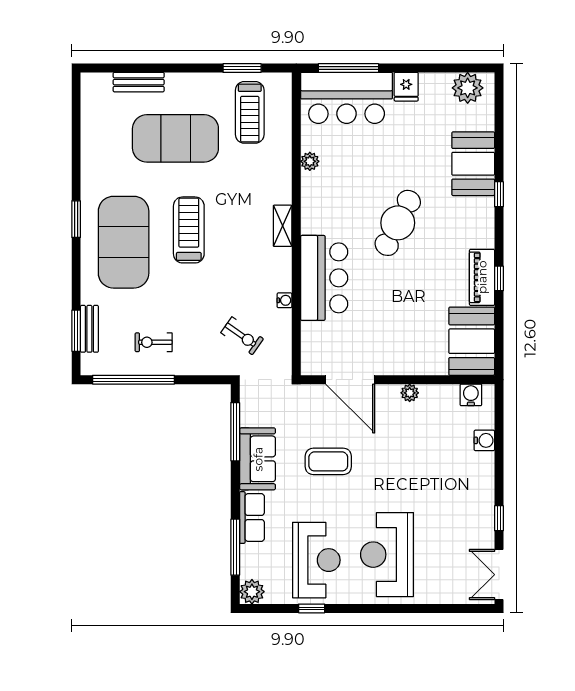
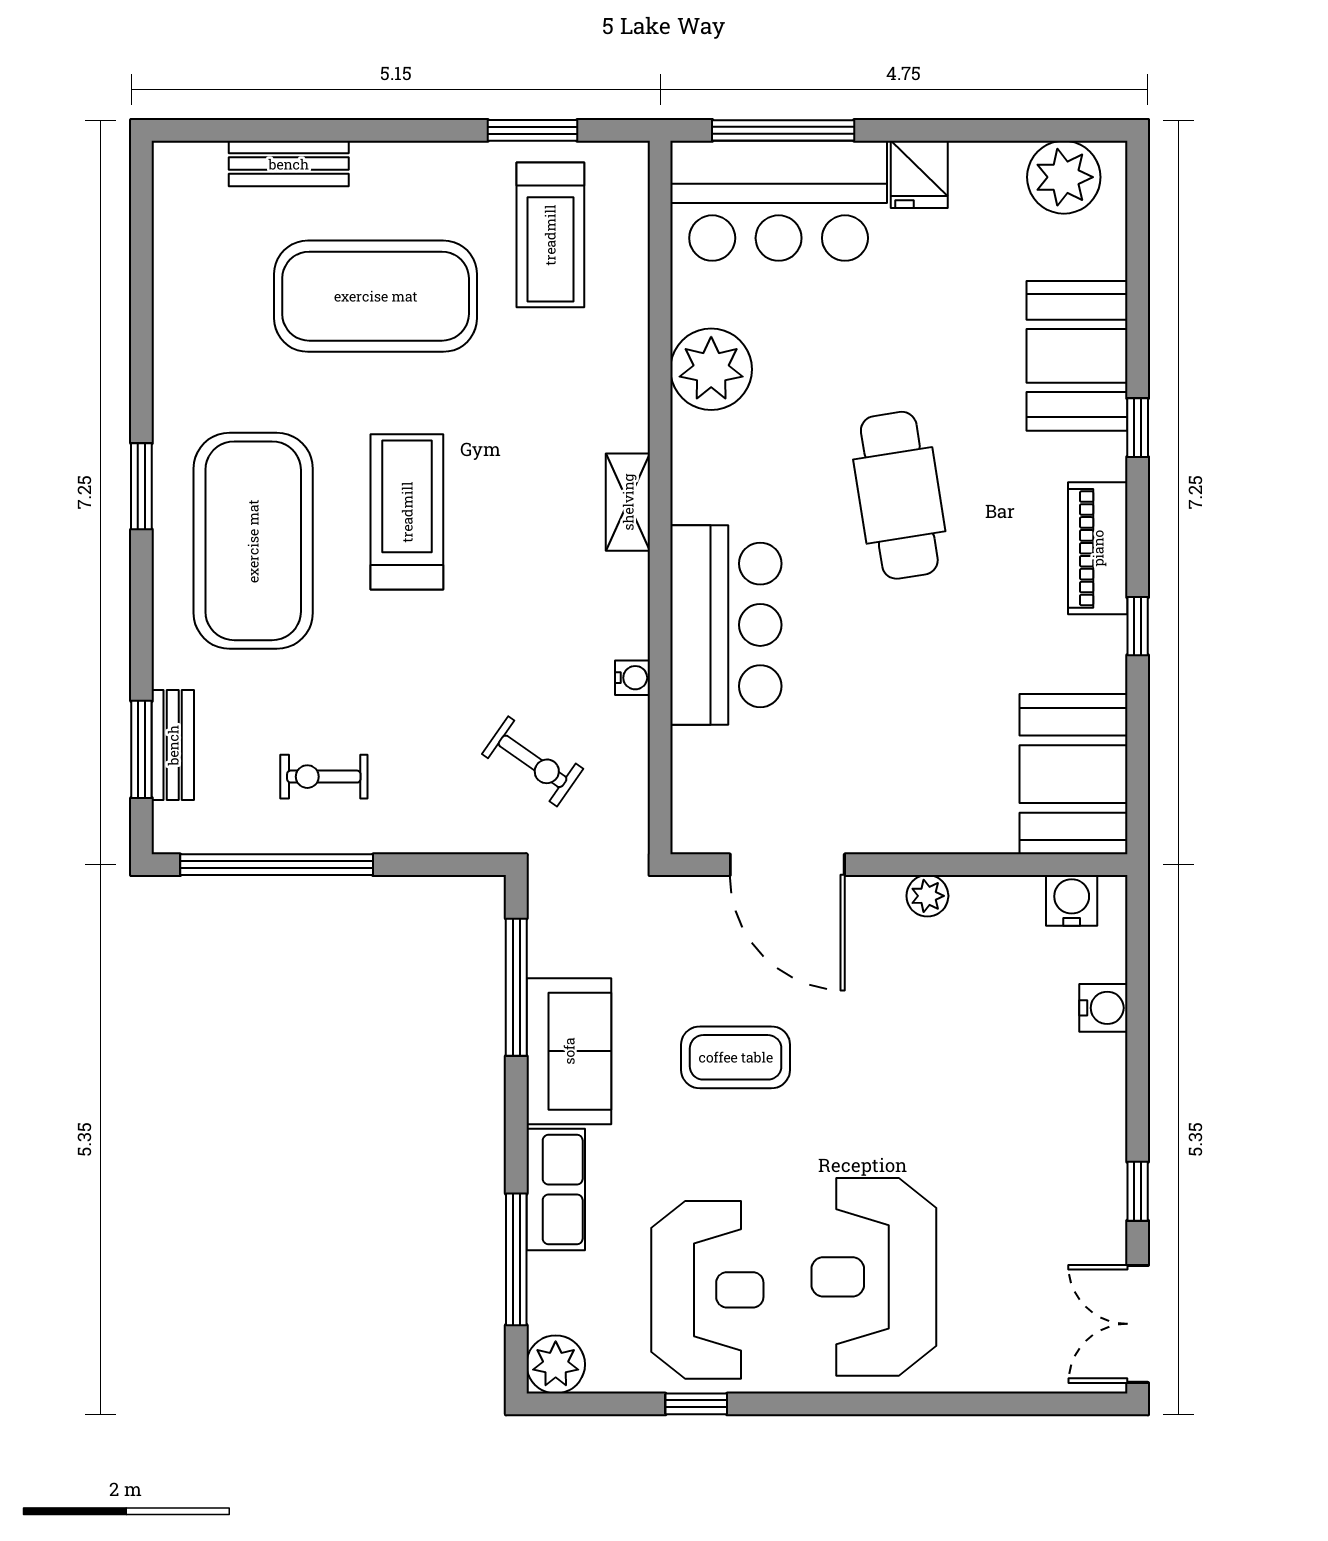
plant: (310, 161) -> (711, 369), width x1.87, depth x1.87
cafe table: (398, 223) -> (899, 495), turned -36
piano: (482, 277) -> (1098, 548), moved

